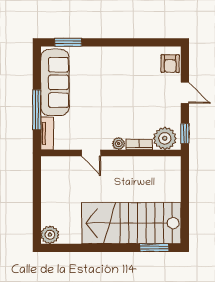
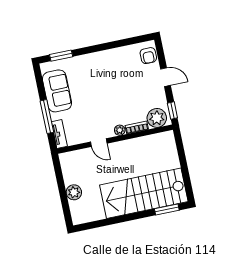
sofa: (55, 82) -> (57, 91), width x0.73
plant: (50, 235) -> (74, 192), moved

